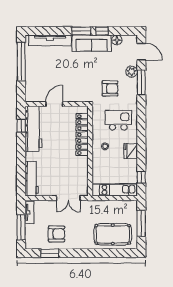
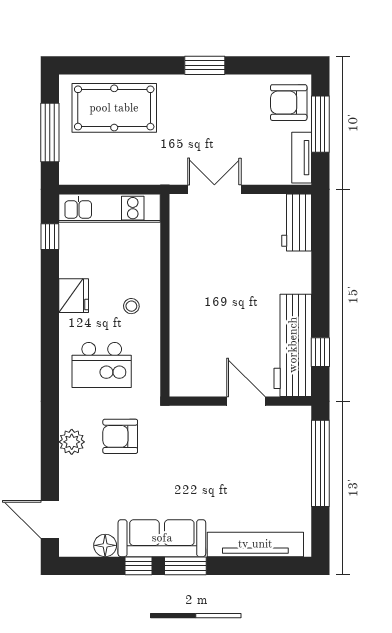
window: (21, 62) -> (320, 463), moved
plant: (132, 72) -> (72, 442), moved
window: (141, 82) -> (50, 450), removed
door: (54, 104) -> (246, 401), swing flipped
locker: (82, 135) -> (183, 333), removed
workbench: (32, 179) -> (297, 222), width x0.73
armchair: (57, 234) -> (289, 103), moved
window: (50, 253) -> (205, 65), moved

